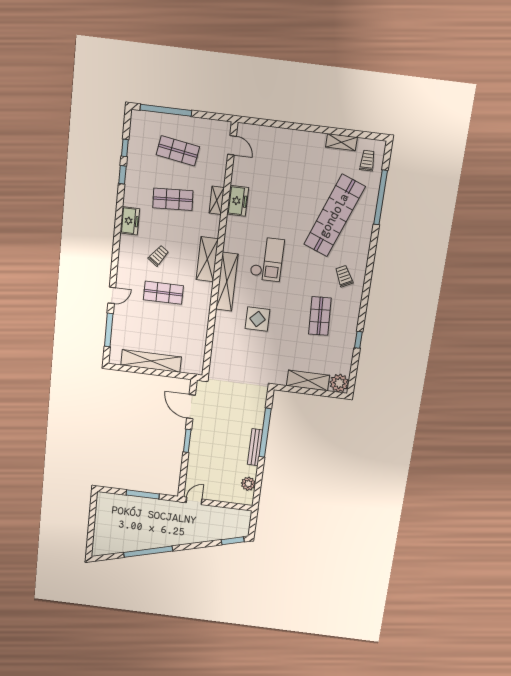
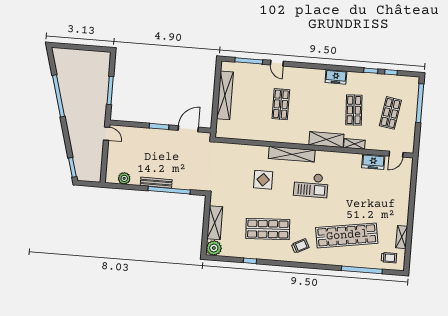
freezer: (238, 201) -> (373, 162), moved
shop shelf: (334, 215) -> (347, 235), turned -30
trolley: (158, 256) -> (310, 100), removed
shelving: (207, 259) -> (326, 140), moved
shop shelf: (320, 316) -> (268, 229), width x1.43, depth x1.36

